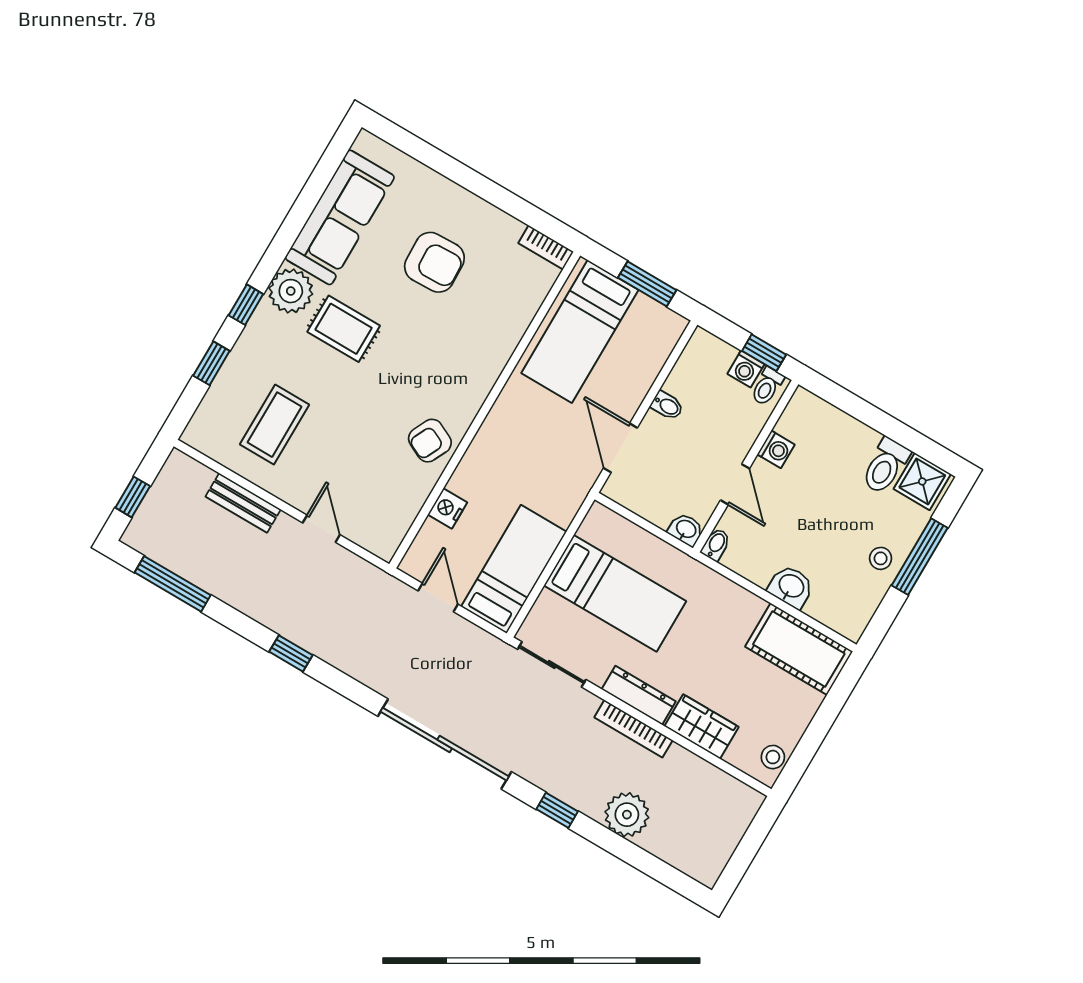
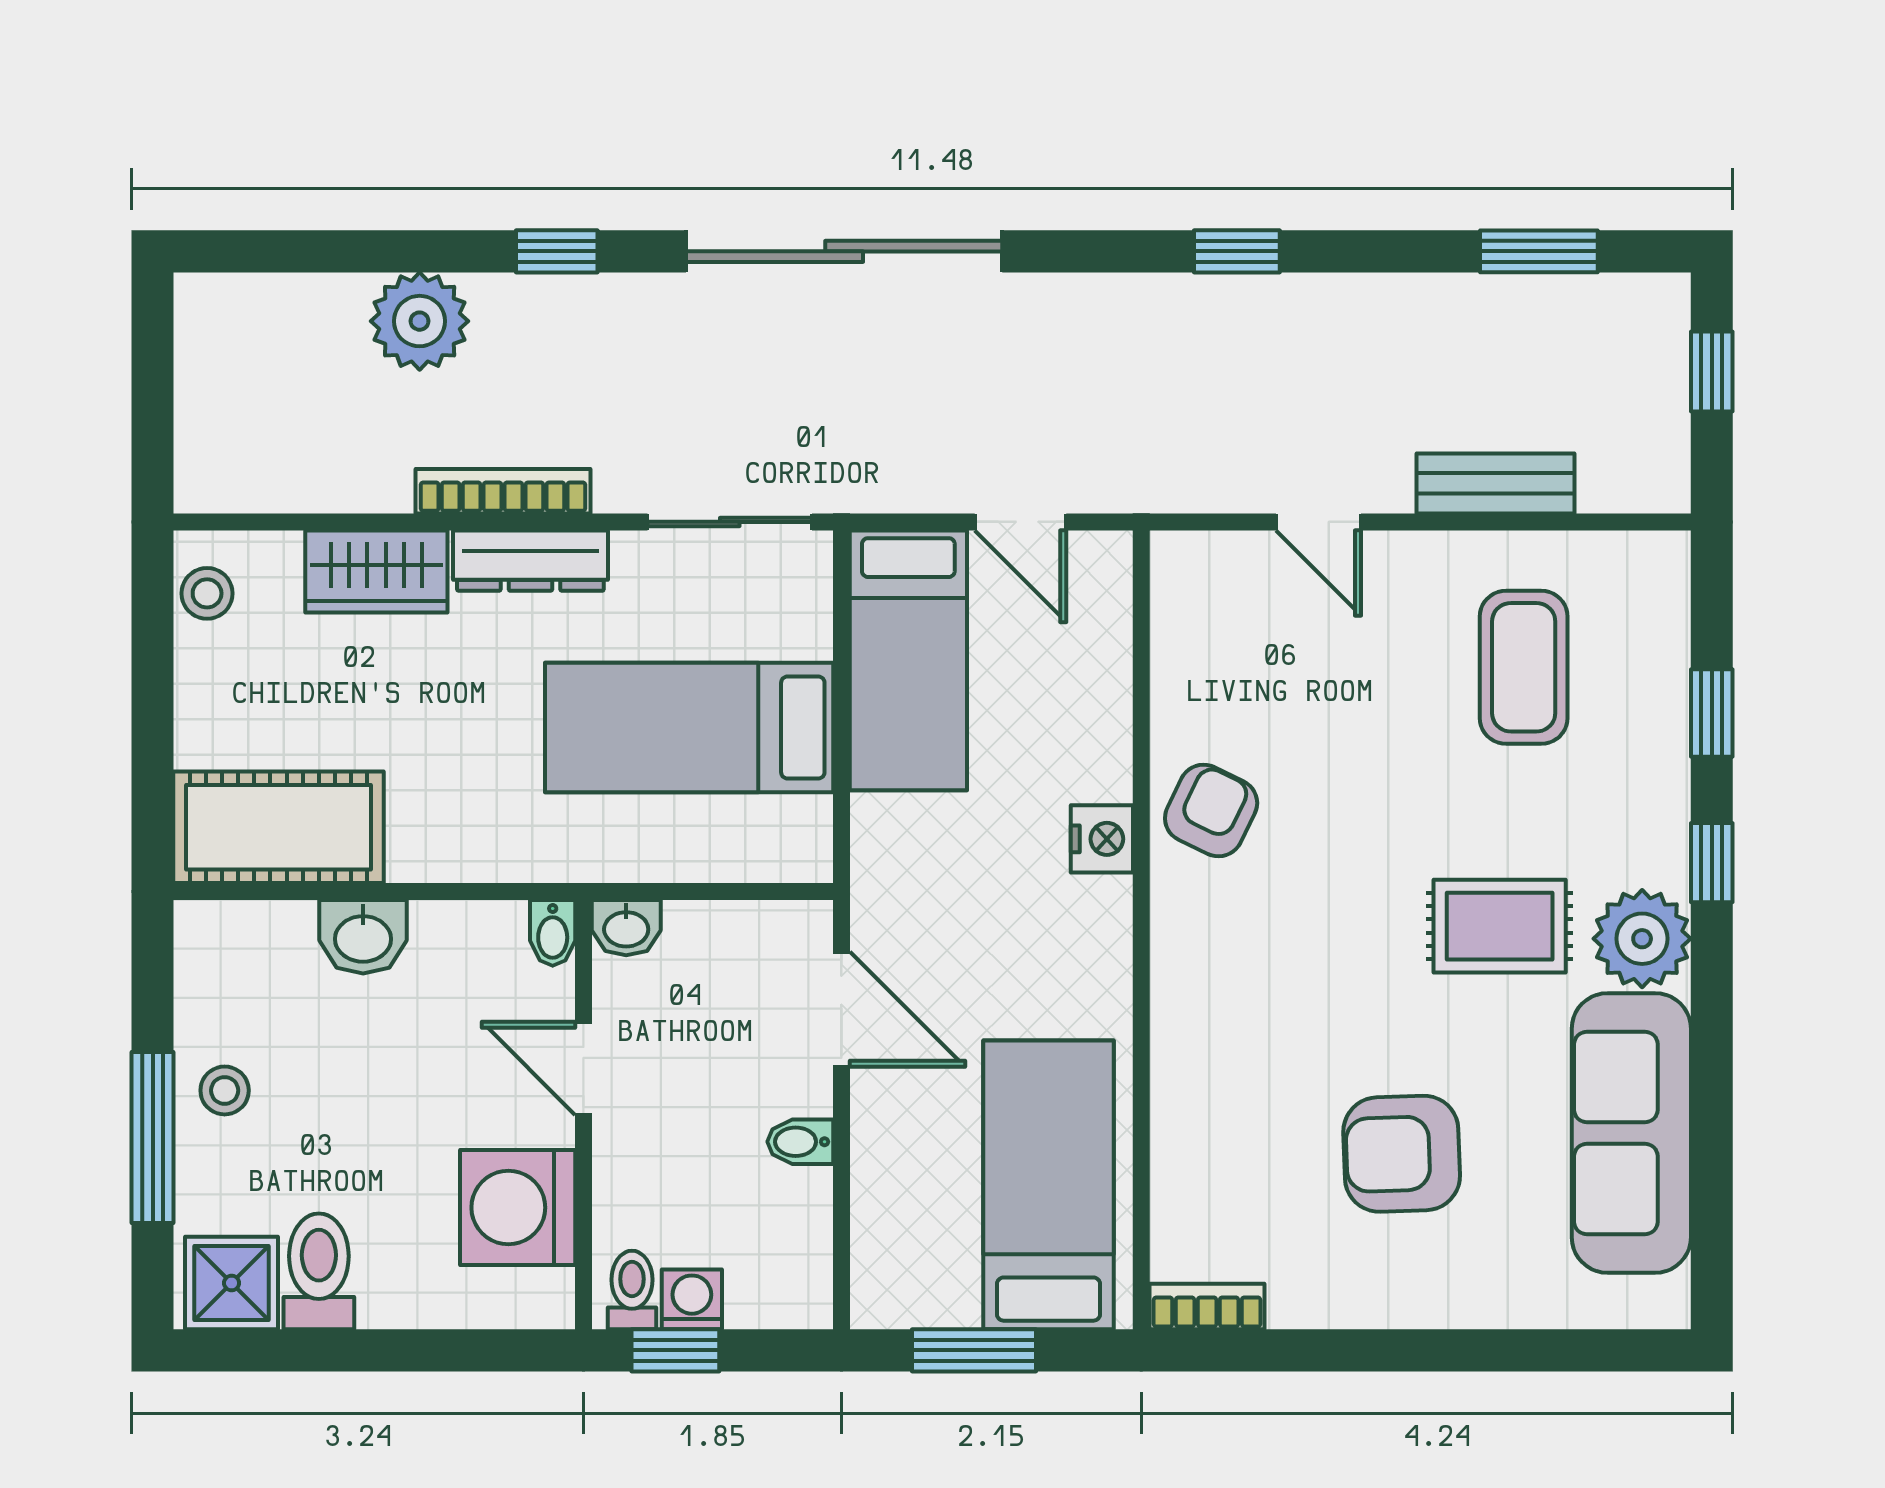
washing machine: (776, 449) -> (518, 1208), width x1.89, depth x1.89
nightstand: (447, 508) -> (1102, 839), moved
window: (173, 584) -> (1539, 251), width x0.69

